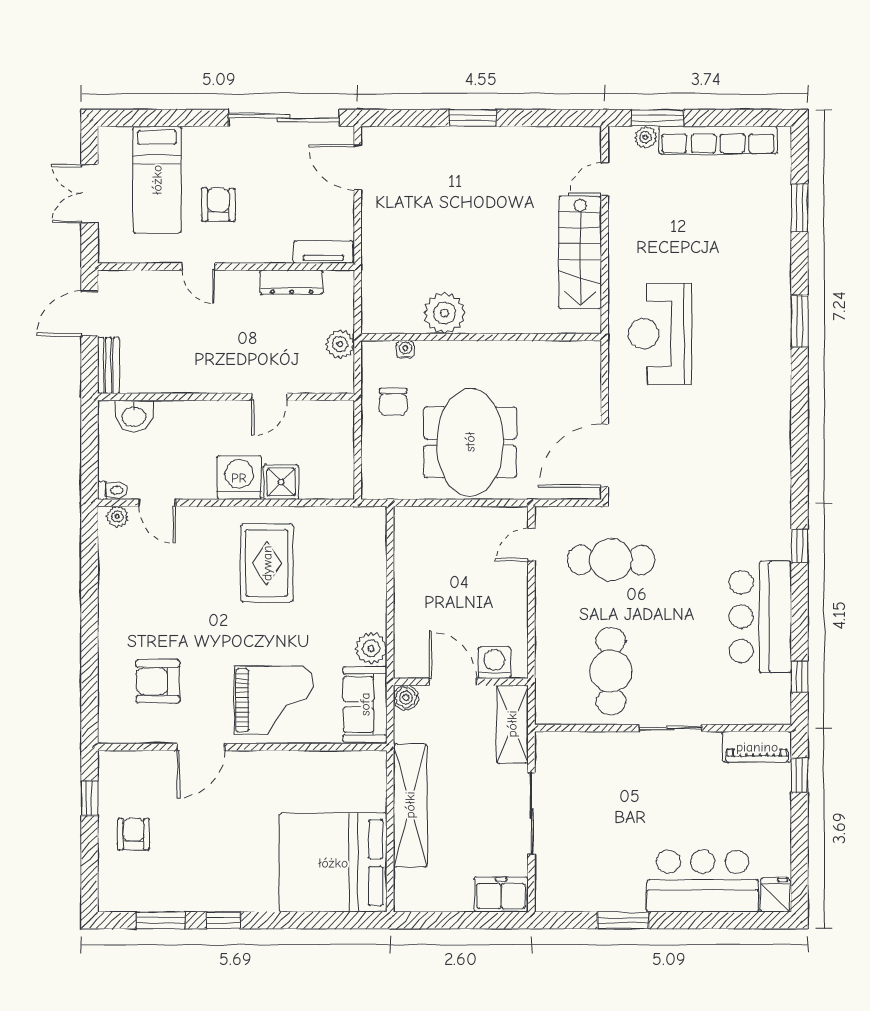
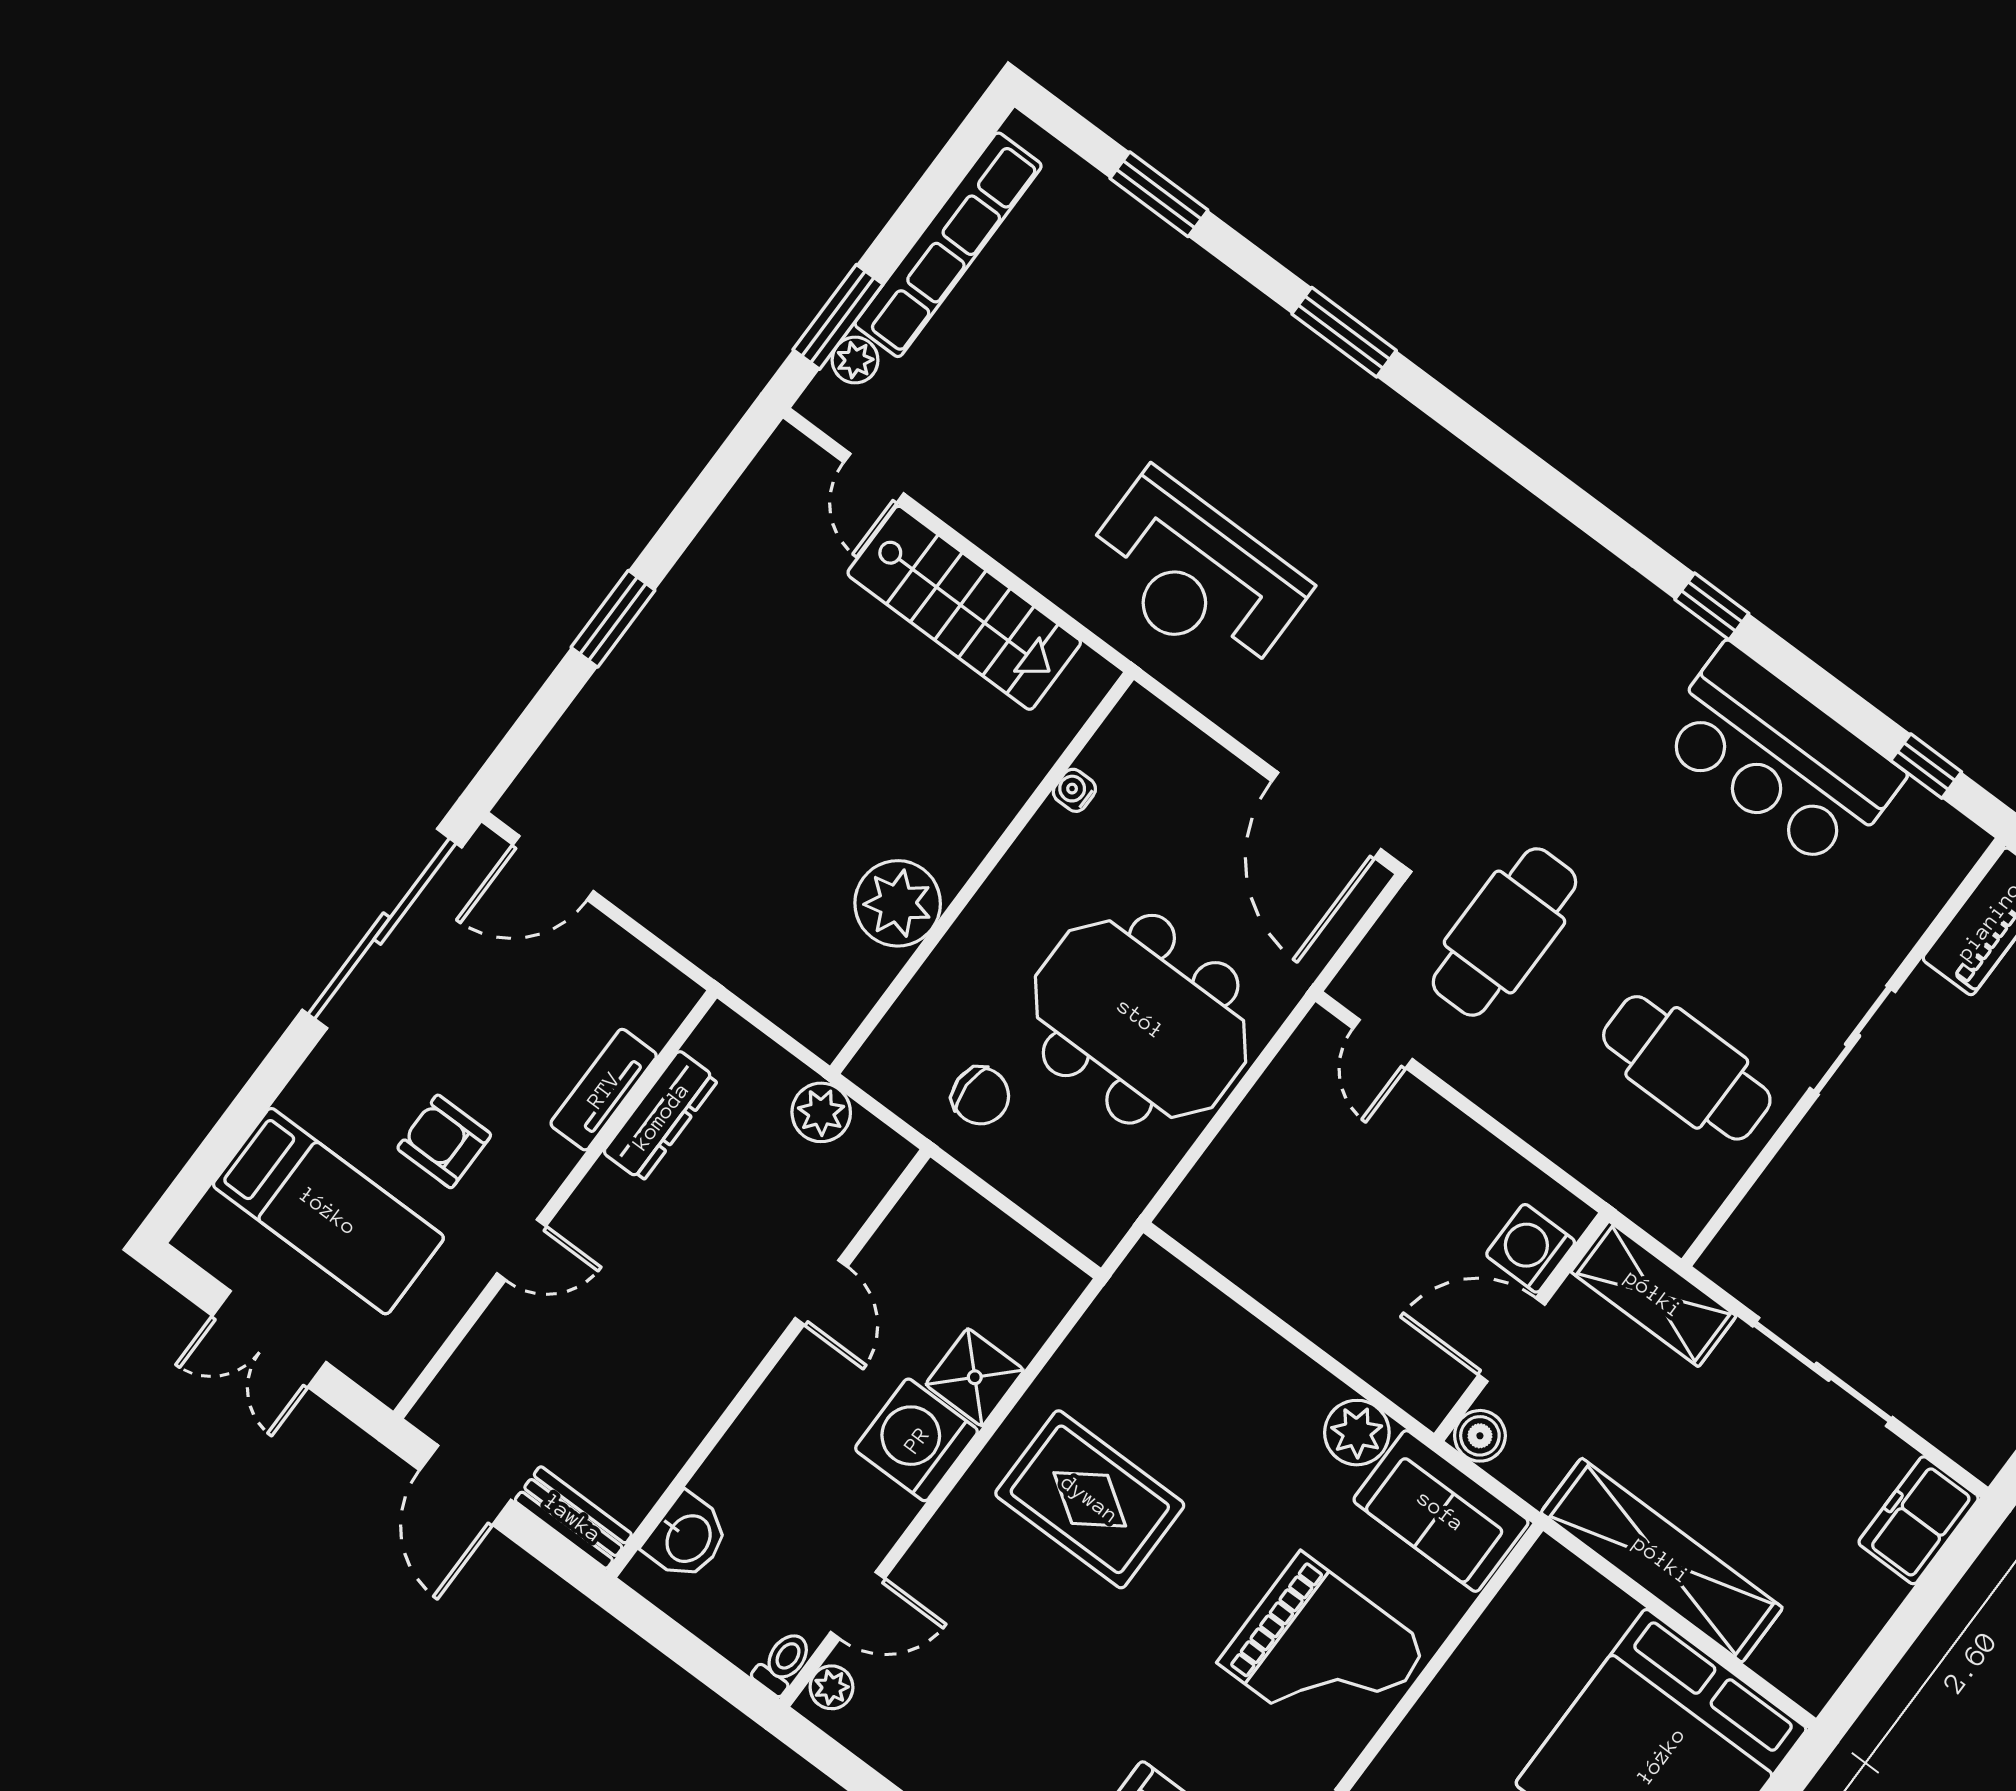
tv unit: (323, 252) -> (604, 1090), moved
water cooler: (405, 349) -> (1074, 790), moved
grand piano: (274, 700) -> (1323, 1655), turned 90

